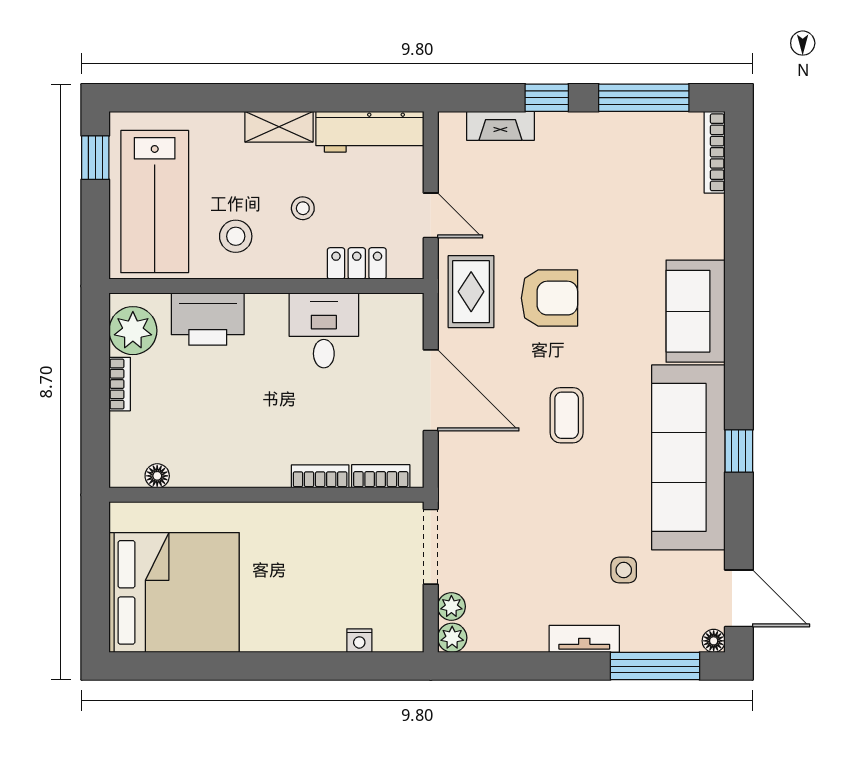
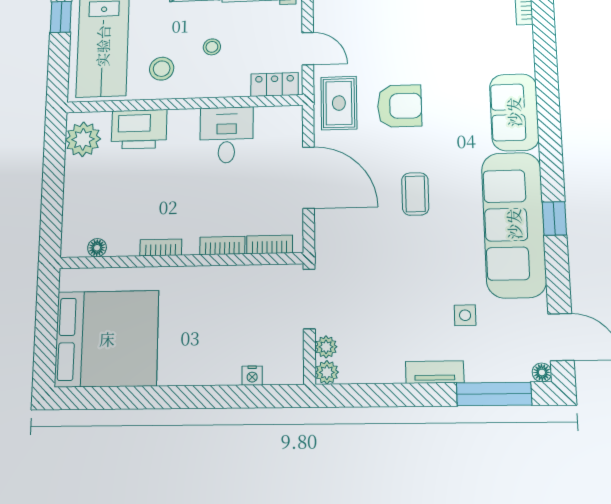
locker: (357, 263) -> (275, 84), moved
bookcase: (120, 384) -> (161, 248), moved, turned -90

